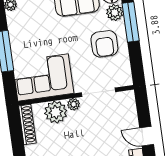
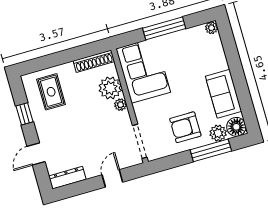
doorway: (98, 92) -> (140, 141), moved
door: (147, 136) -> (112, 178), moved

